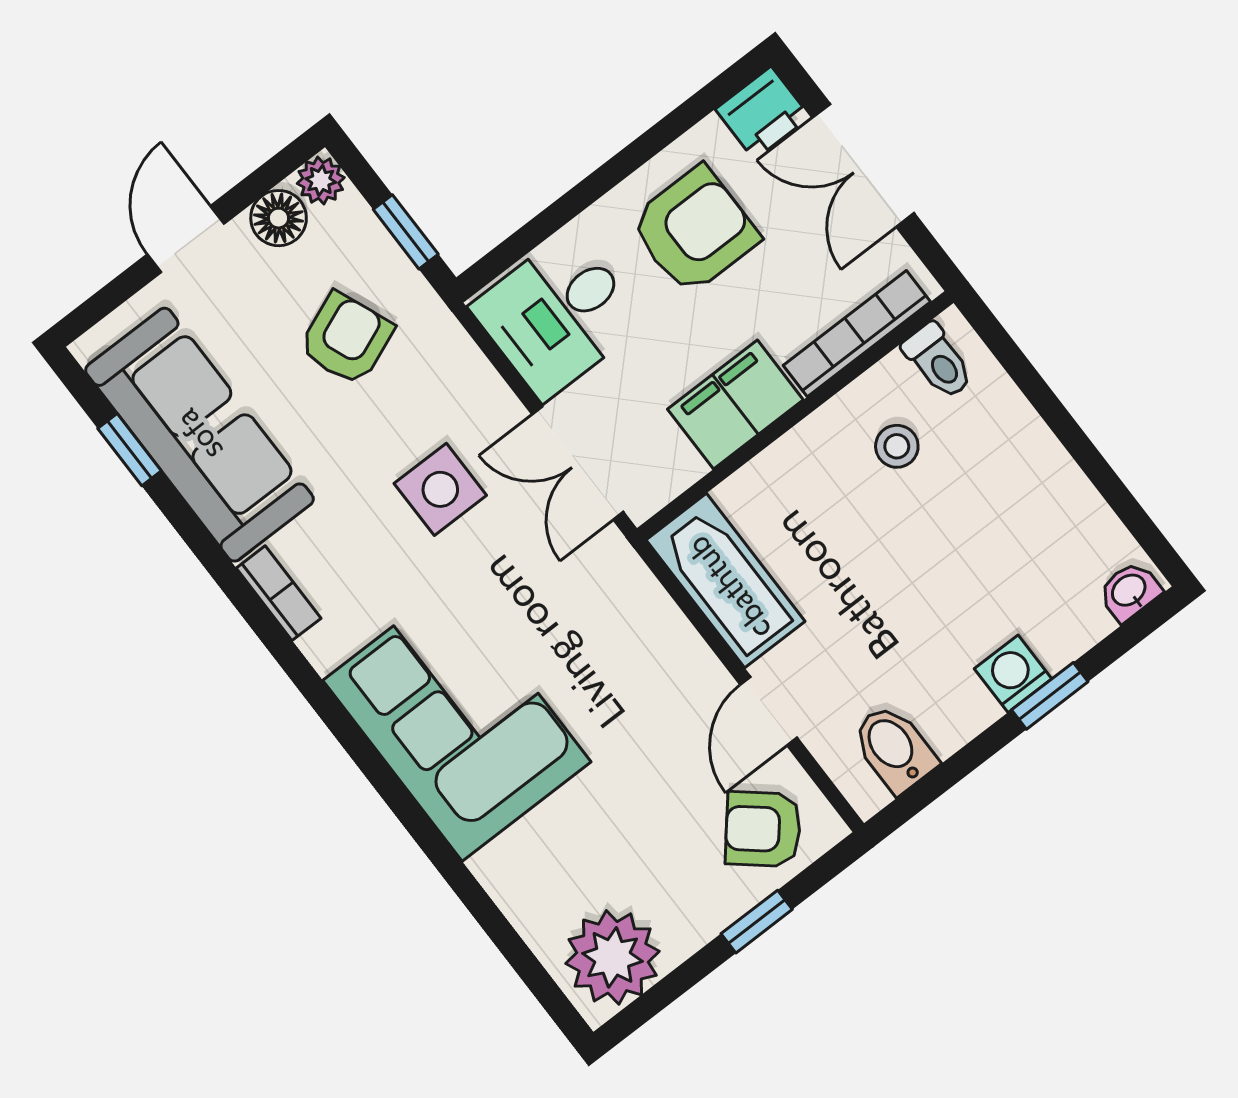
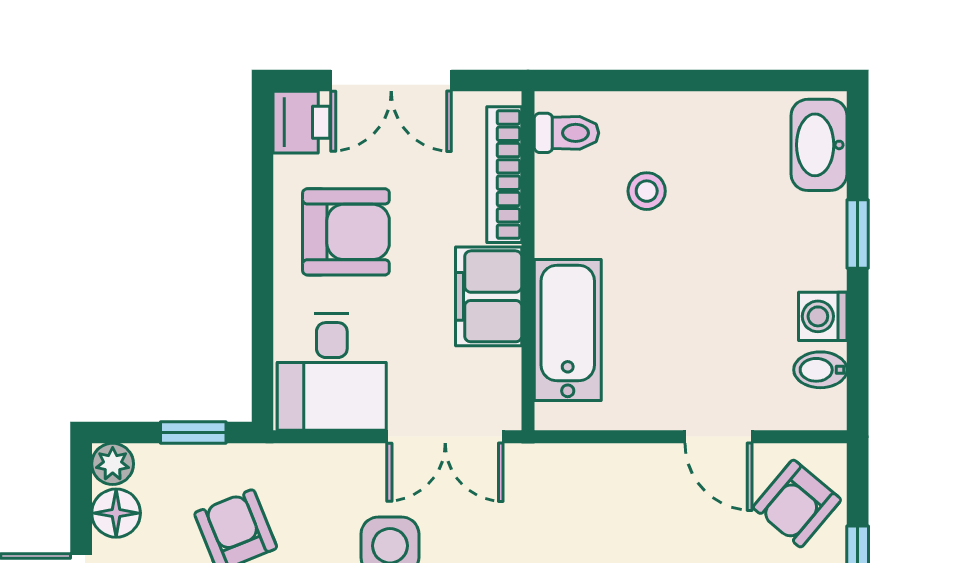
armchair: (694, 230) -> (346, 232), turned 90
stool: (897, 446) -> (647, 191), moved
bathtub: (725, 581) -> (568, 330), moved, turned 90
washbasin: (1129, 591) -> (819, 145), width x1.91, depth x1.45
washing machine: (1013, 674) -> (823, 316), moved
bidet: (894, 748) -> (820, 370), width x0.72, depth x0.74

